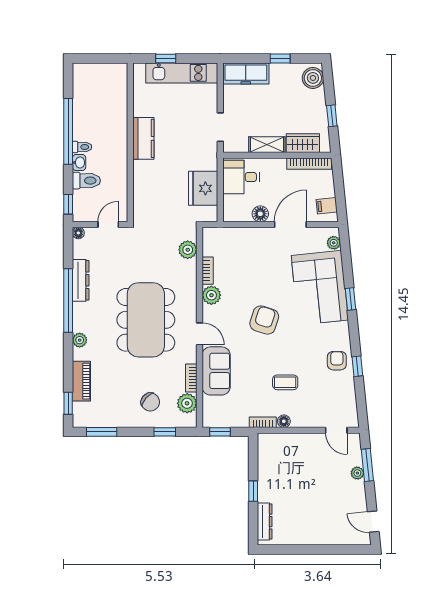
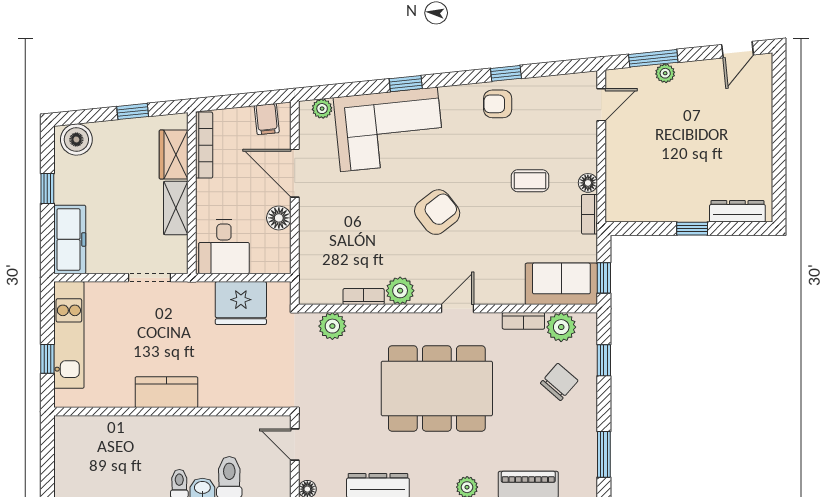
armchair: (264, 320) -> (437, 212), turned 124
sofa: (216, 371) -> (561, 284), moved
coffee table: (285, 382) -> (530, 181), turned 90

